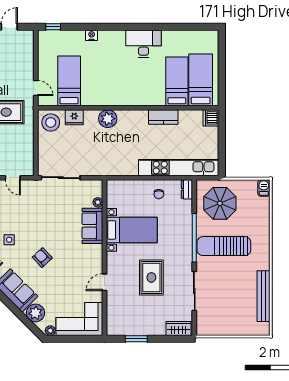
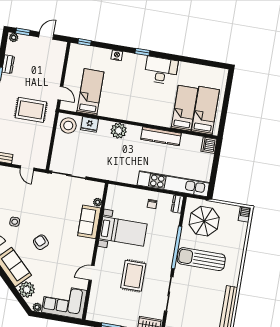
window: (119, 27) -> (142, 52), added
kitchen counter: (163, 117) -> (161, 136), width x1.50

